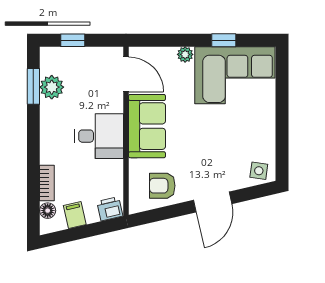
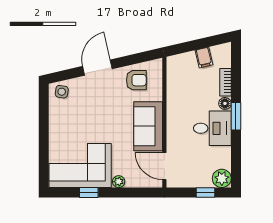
window: (33, 86) -> (236, 116), moved
plant: (52, 87) -> (222, 178), moved
desk: (99, 136) -> (212, 128), moved, turned 180
printer: (110, 209) -> (177, 62), removed
floor lamp: (48, 211) -> (225, 103), moved

